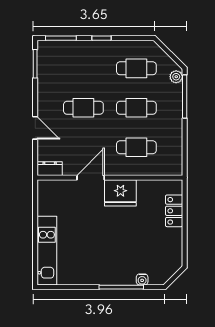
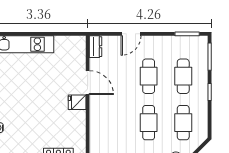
cafe table: (136, 147) -> (183, 76), moved
fridge: (120, 193) -> (77, 102), width x0.53, depth x0.75

